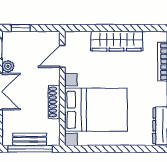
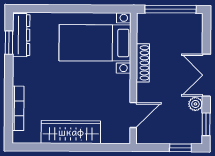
bed with nightstands: (96, 110) -> (95, 43), width x0.73
bench: (30, 139) -> (171, 20), removed

